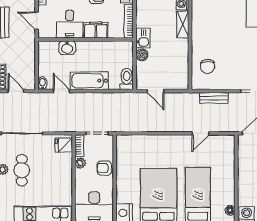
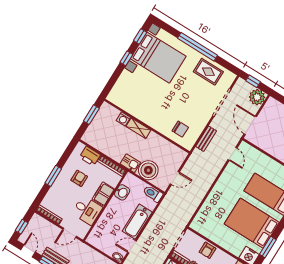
washbasin: (67, 48) -> (122, 192), moved
boiler: (142, 55) -> (148, 170), width x1.86, depth x1.86
door: (201, 133) -> (232, 154), moved

